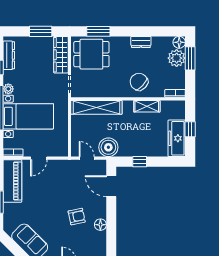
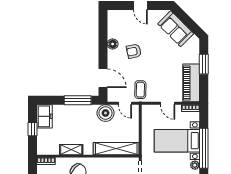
freezer: (177, 138) -> (45, 116), width x0.71
door: (39, 158) -> (168, 103), swing flipped
window: (140, 162) -> (78, 100), width x2.17
coffee table: (69, 174) -> (140, 90), added

